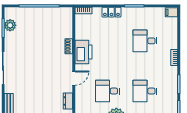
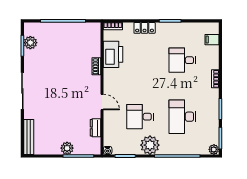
filing cabinet: (171, 12) -> (212, 40), moved
printer: (83, 52) -> (113, 54), moved
door: (74, 78) -> (102, 102), hinge flipped
desk: (145, 91) -> (182, 117), width x1.37

